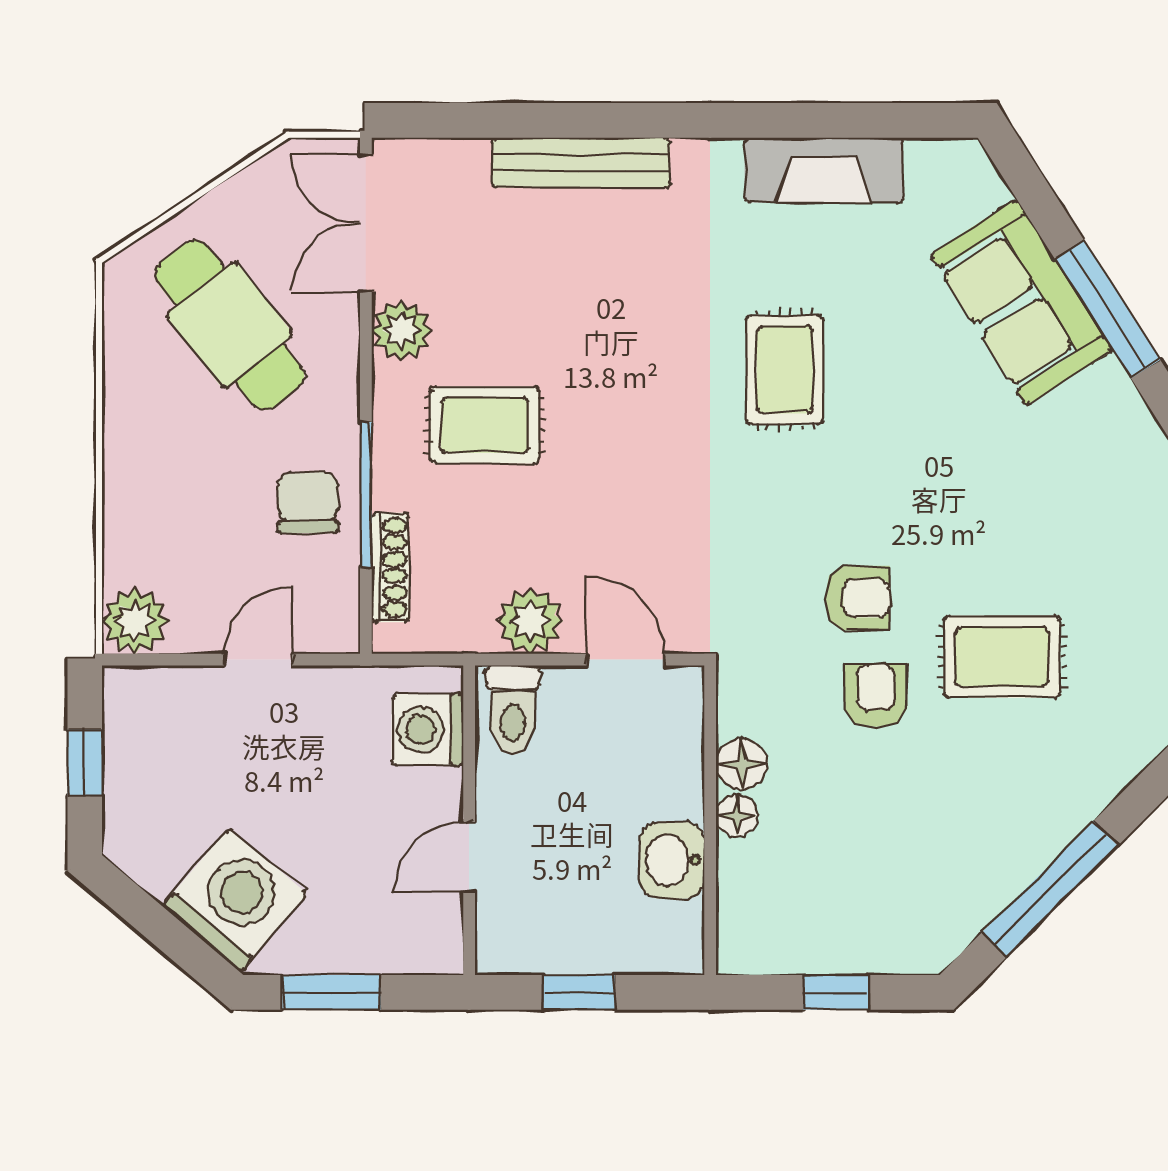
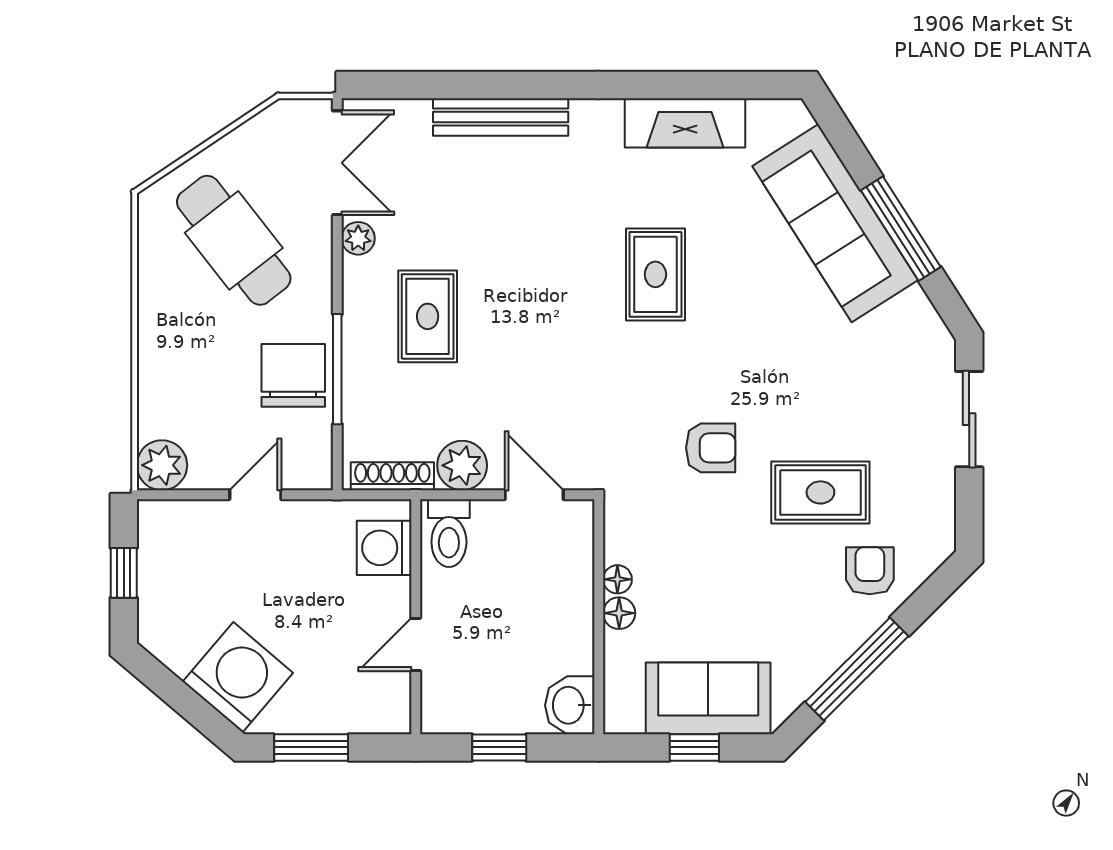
double door: (366, 223) -> (337, 163), swing flipped
sofa: (1021, 302) -> (835, 223), width x1.36
plant: (401, 330) -> (358, 238), width x0.73, depth x0.73
rug: (485, 425) -> (428, 316), turned 90
chair: (308, 503) -> (293, 375), width x1.37, depth x1.37
shoe rack: (390, 568) -> (392, 476), moved, turned -90
armchair: (876, 696) -> (870, 571), moved
floor lamp: (742, 764) -> (617, 579), width x0.73, depth x0.73
washbasin: (672, 860) -> (570, 705), moved
sofa: (854, 928) -> (708, 698), added

